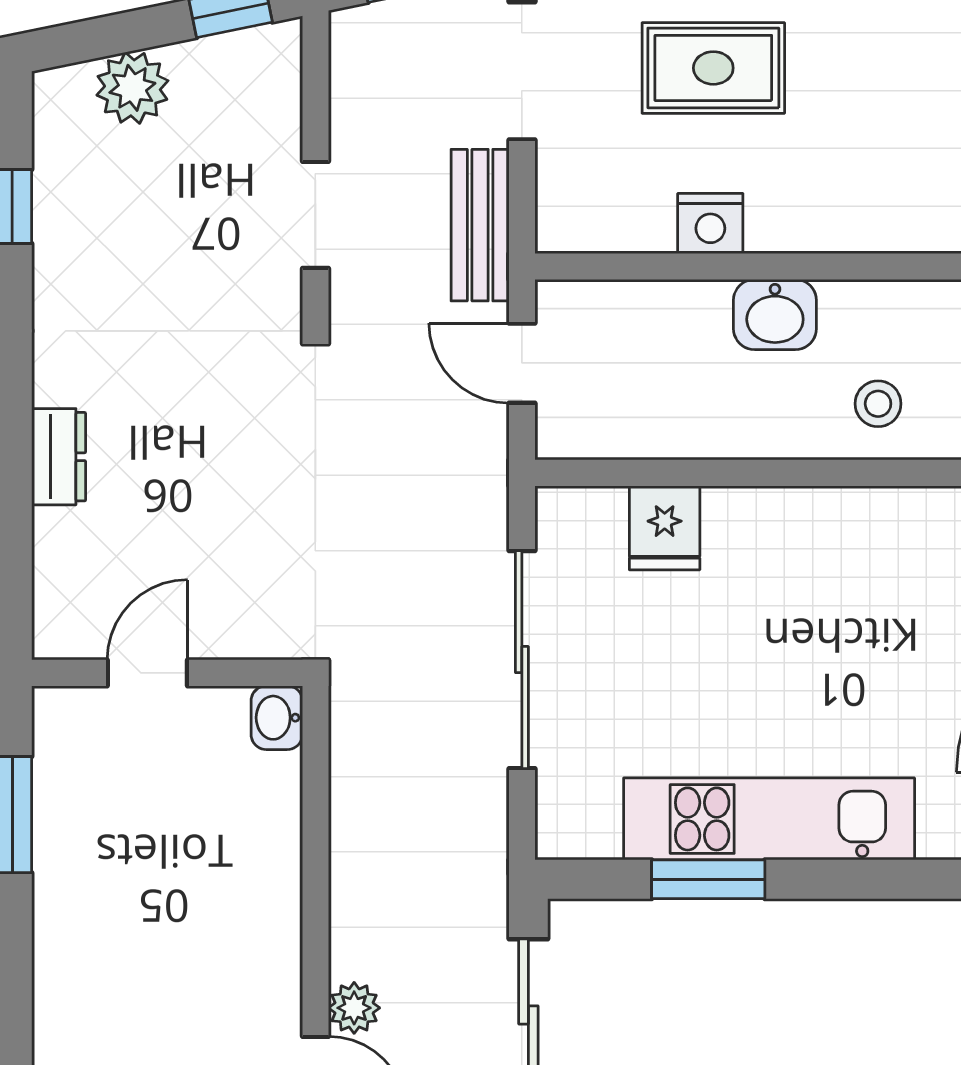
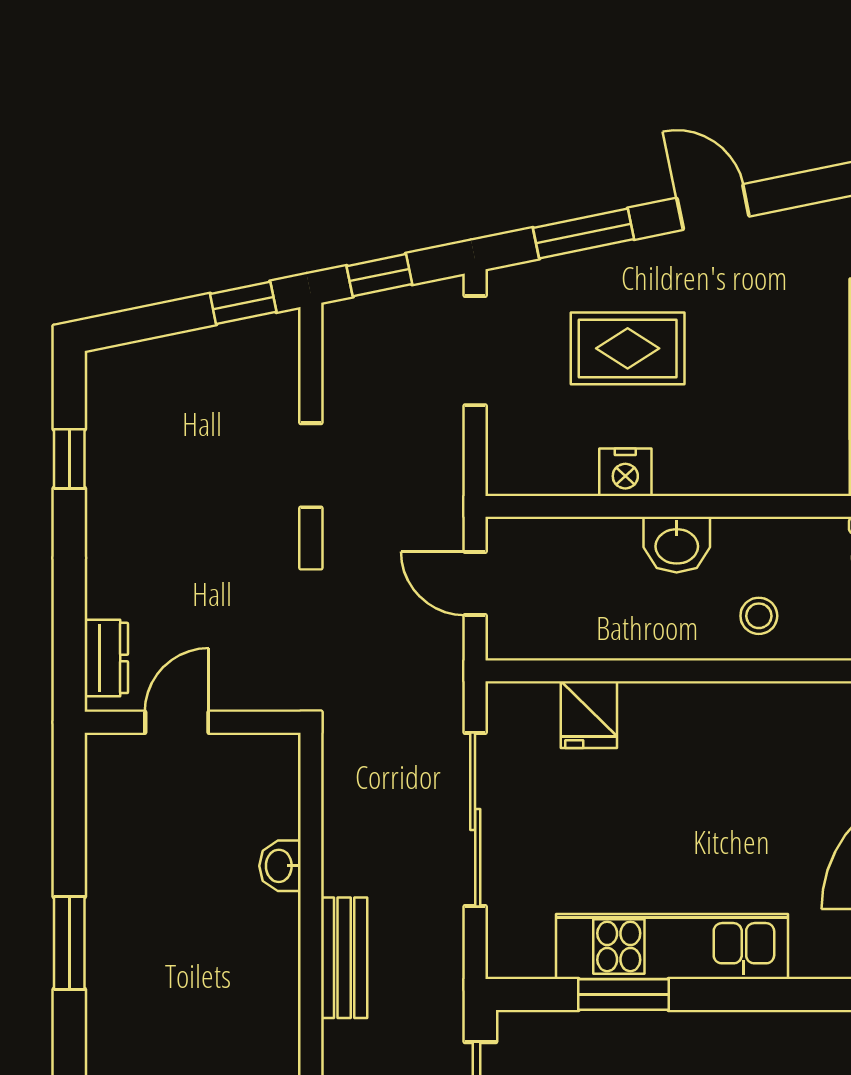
plant: (132, 88) -> (165, 364), removed
bench: (480, 225) -> (344, 958), moved
door: (147, 673) -> (177, 722), moved
wall: (167, 673) -> (193, 722), moved

